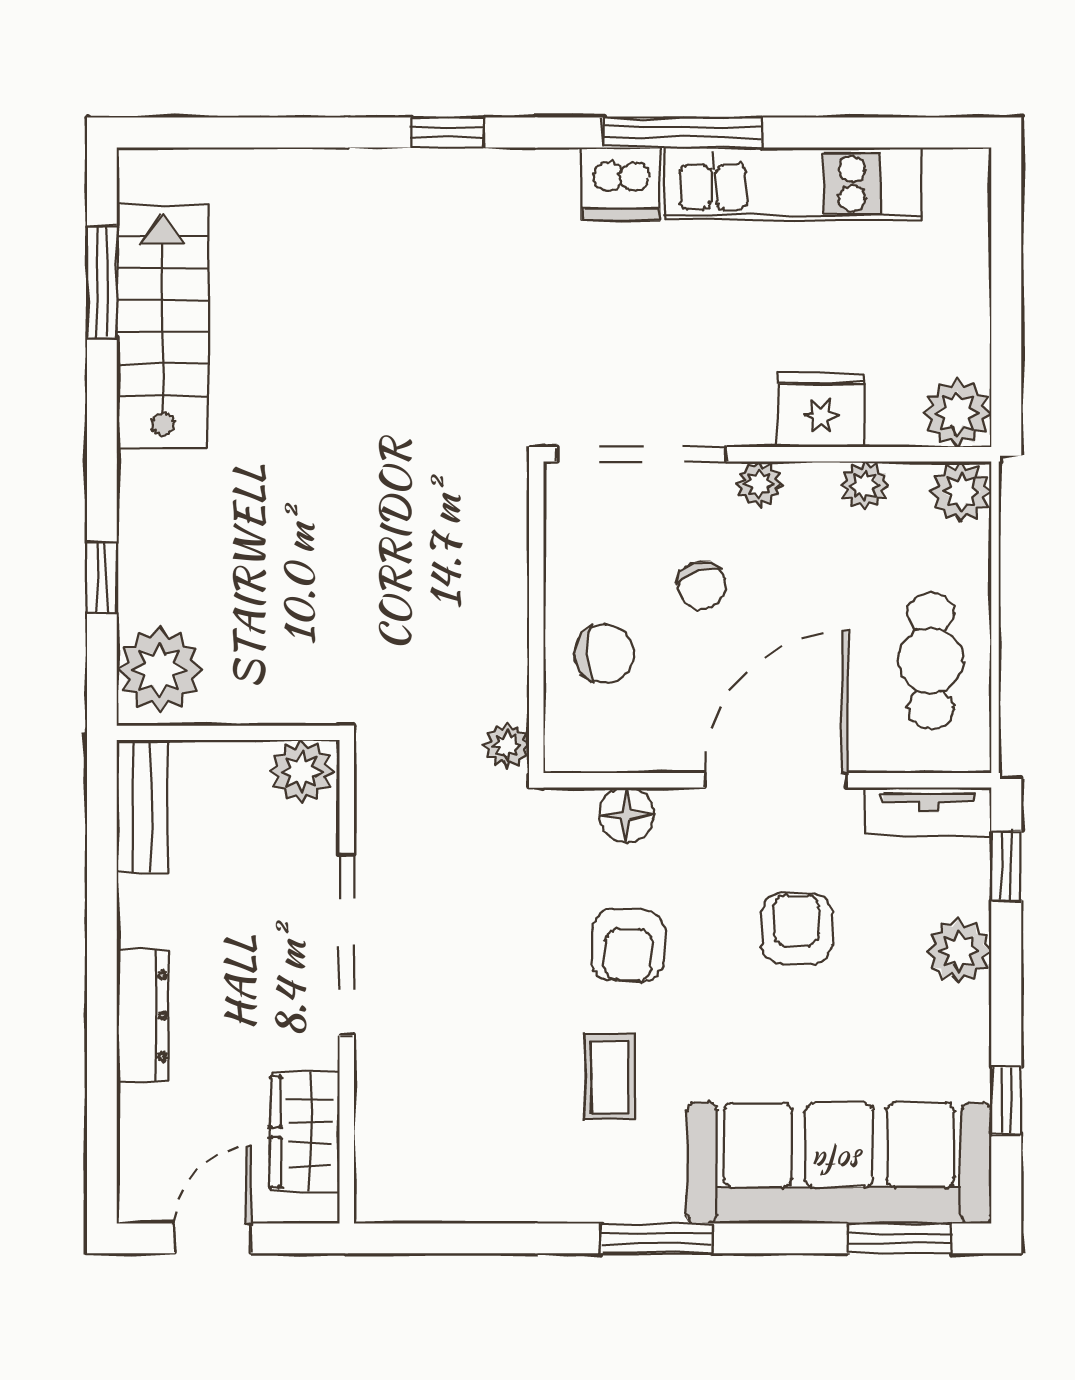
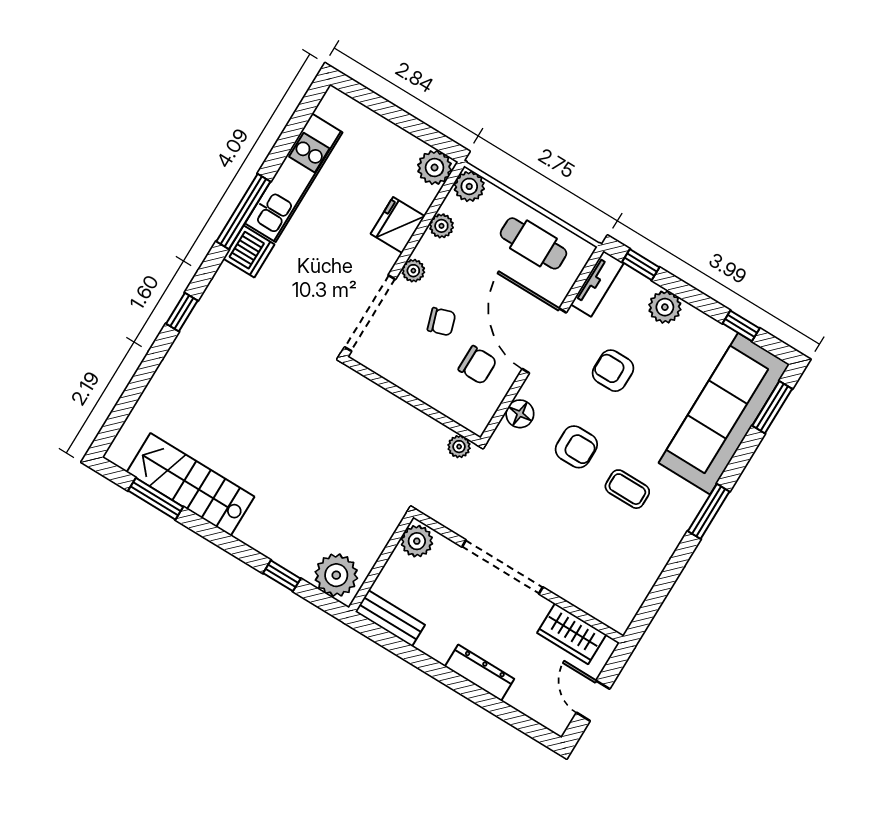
chair: (605, 653) -> (478, 365), moved, turned 90

